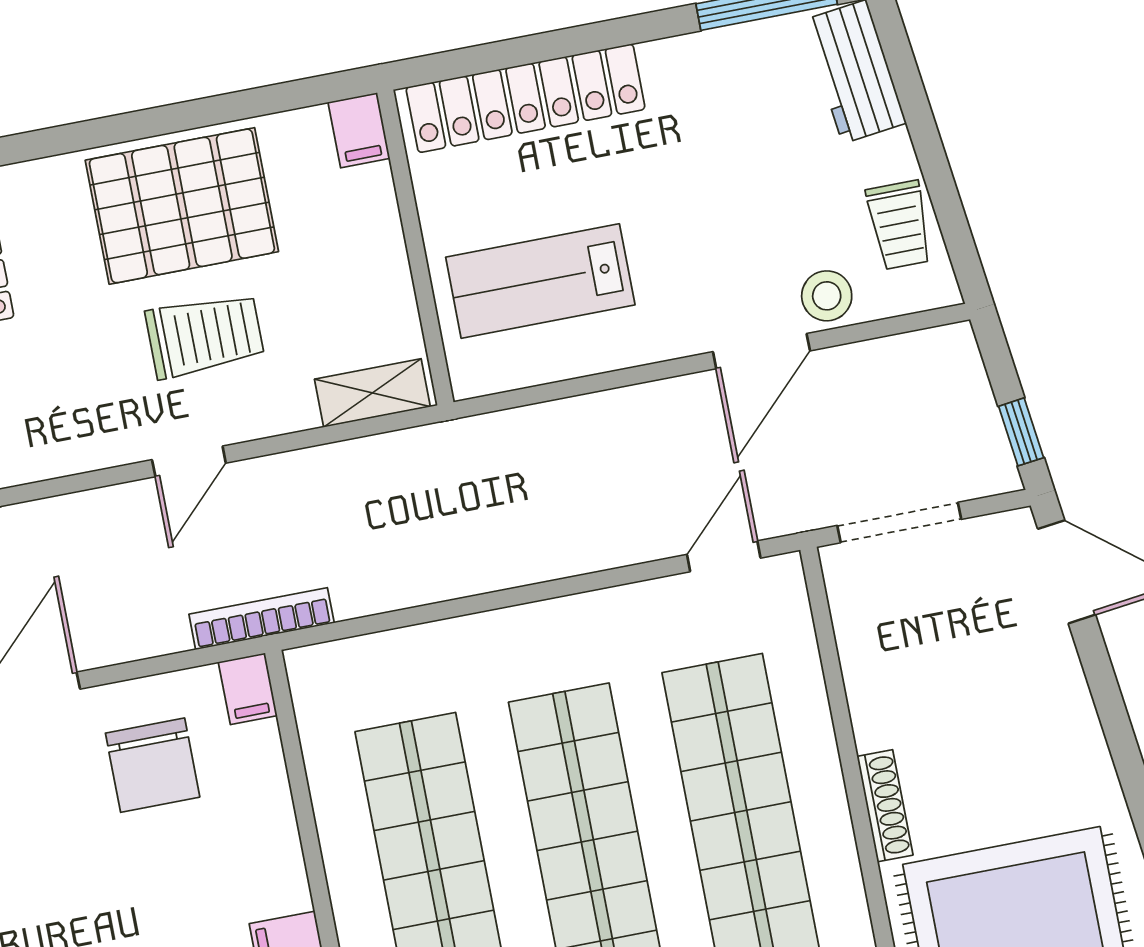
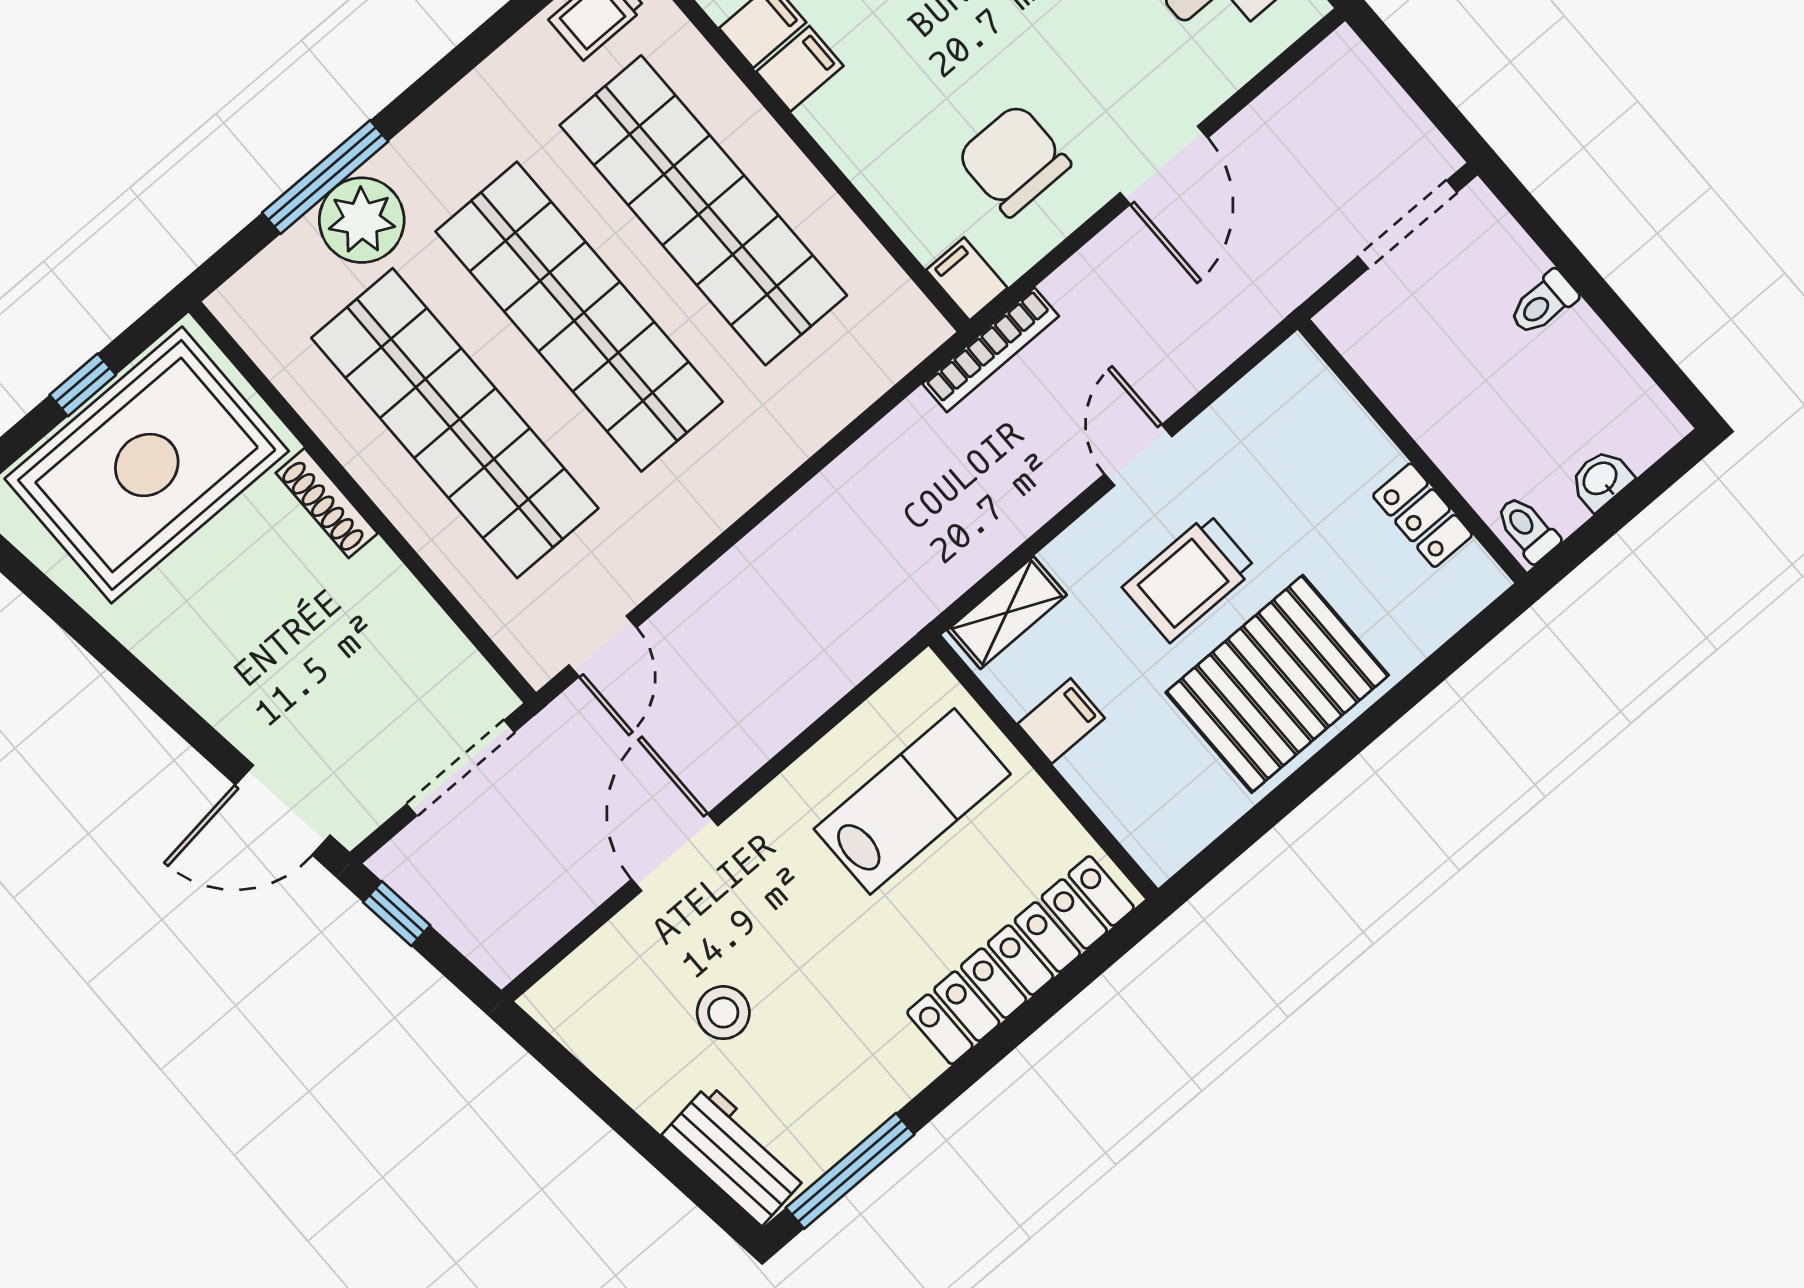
filing cabinet: (359, 130) -> (1061, 721), moved, turned 90
trolley: (899, 225) -> (615, 1039), removed
stool: (827, 296) -> (723, 1013), moved

